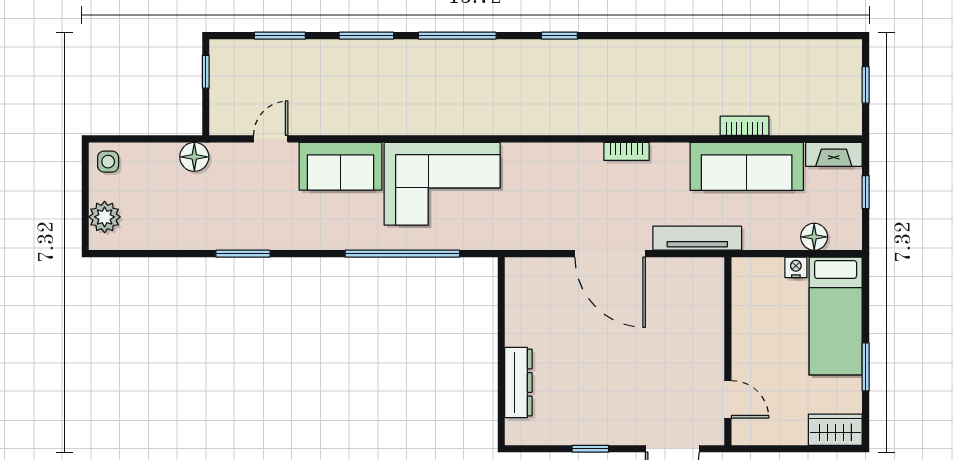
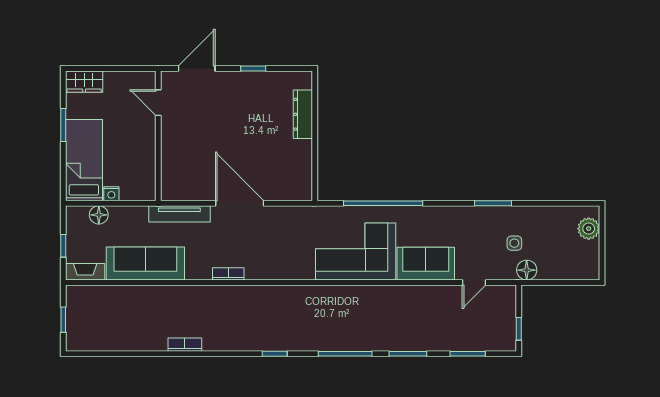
bookcase: (744, 126) -> (185, 345), moved, turned 180
side table: (108, 162) -> (514, 243), moved

